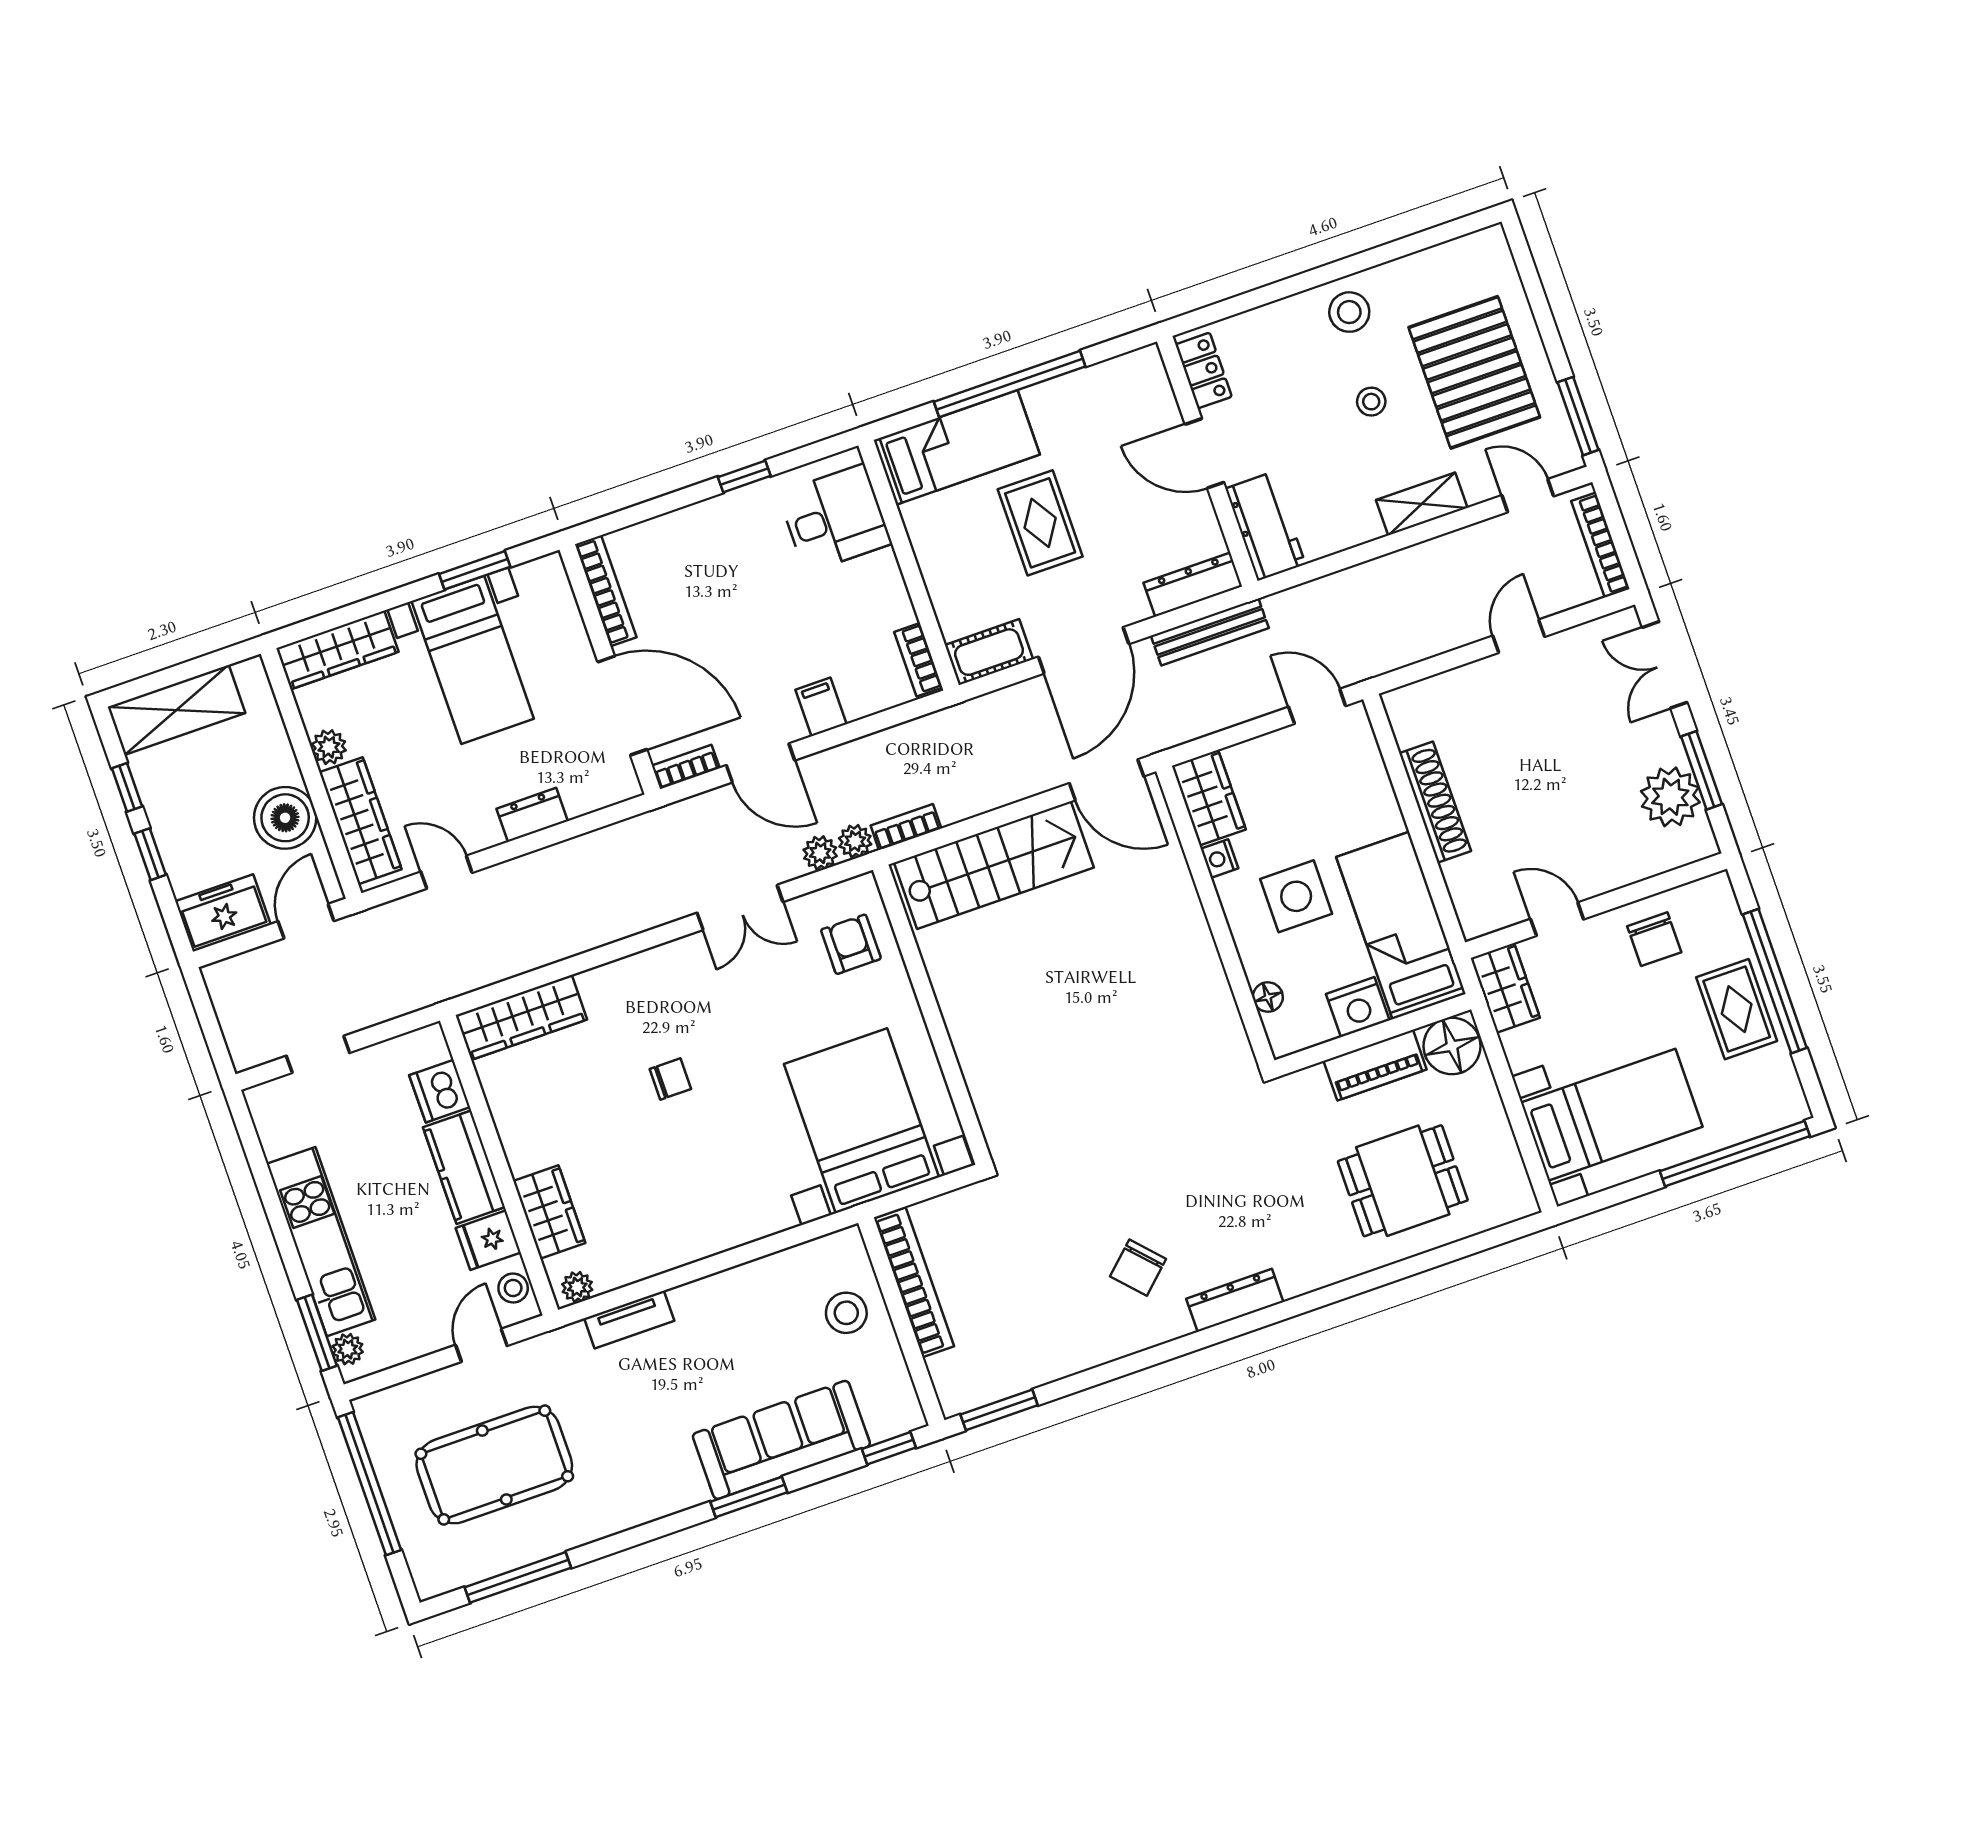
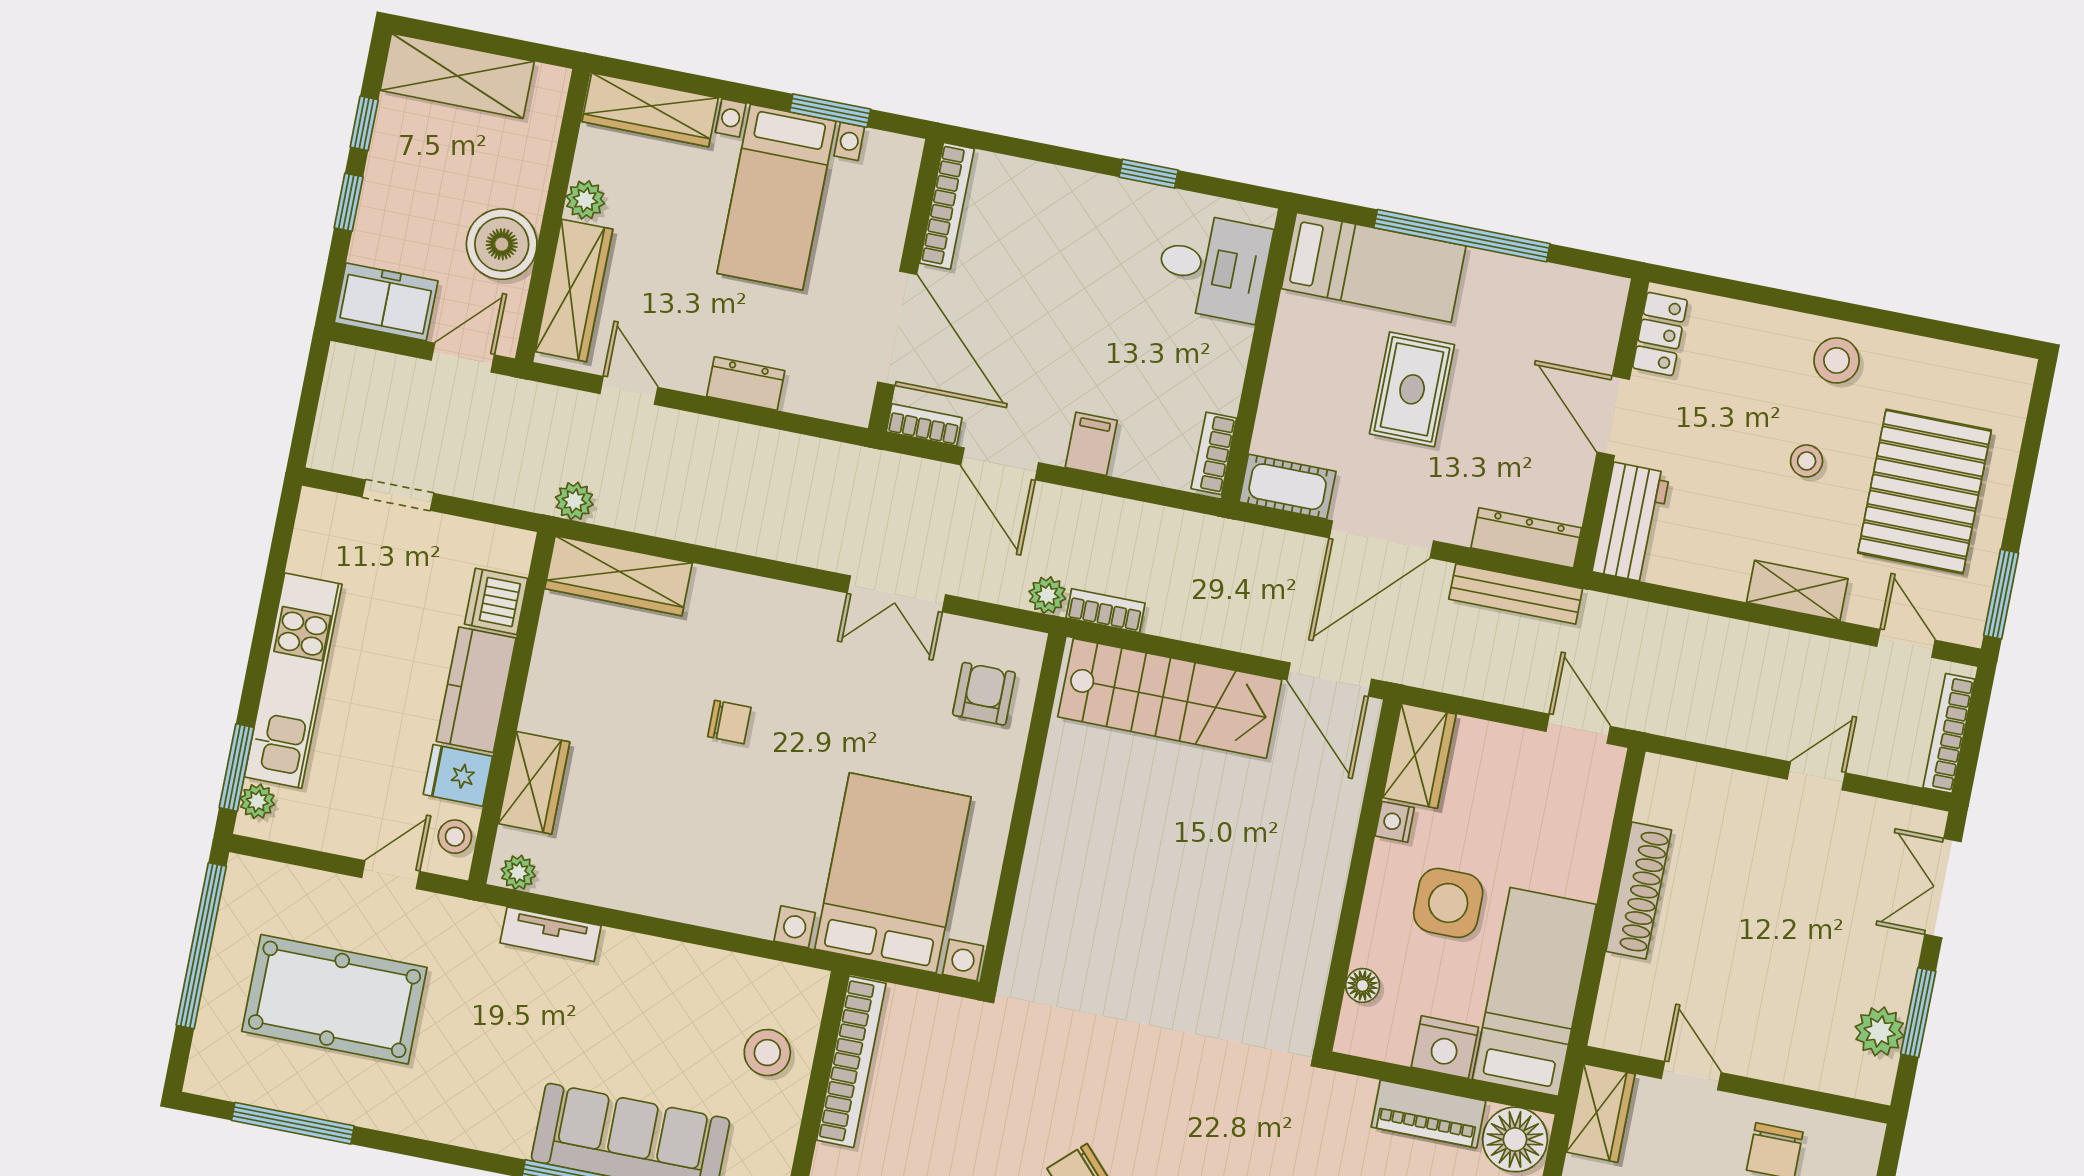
plant: (1670, 797) -> (1880, 1031), width x0.73, depth x0.73
plant: (820, 853) -> (574, 501), moved

